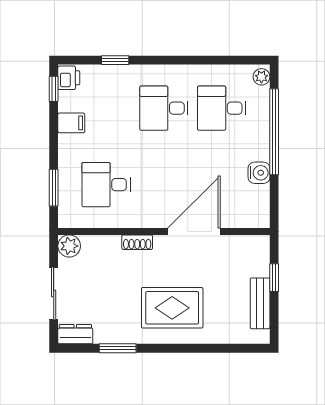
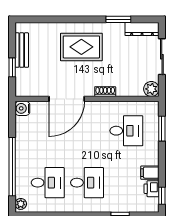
printer: (69, 78) -> (152, 189), moved
water cooler: (259, 173) -> (22, 108), moved
dresser: (75, 334) -> (142, 29), width x1.44

